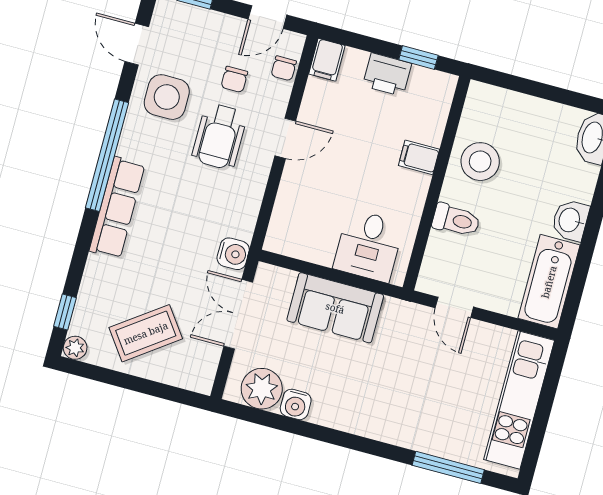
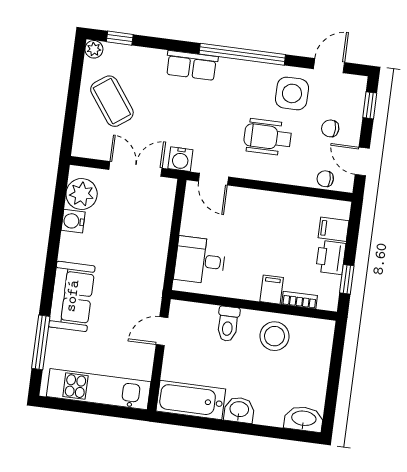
filing cabinet: (327, 60) -> (334, 229), moved
chair: (234, 79) -> (330, 128), moved
bookcase: (437, 123) -> (299, 300), added
door: (285, 138) -> (213, 179), moved
row of seats: (117, 208) -> (192, 65), width x0.68
sofa: (335, 308) -> (72, 296), moved, turned 180

